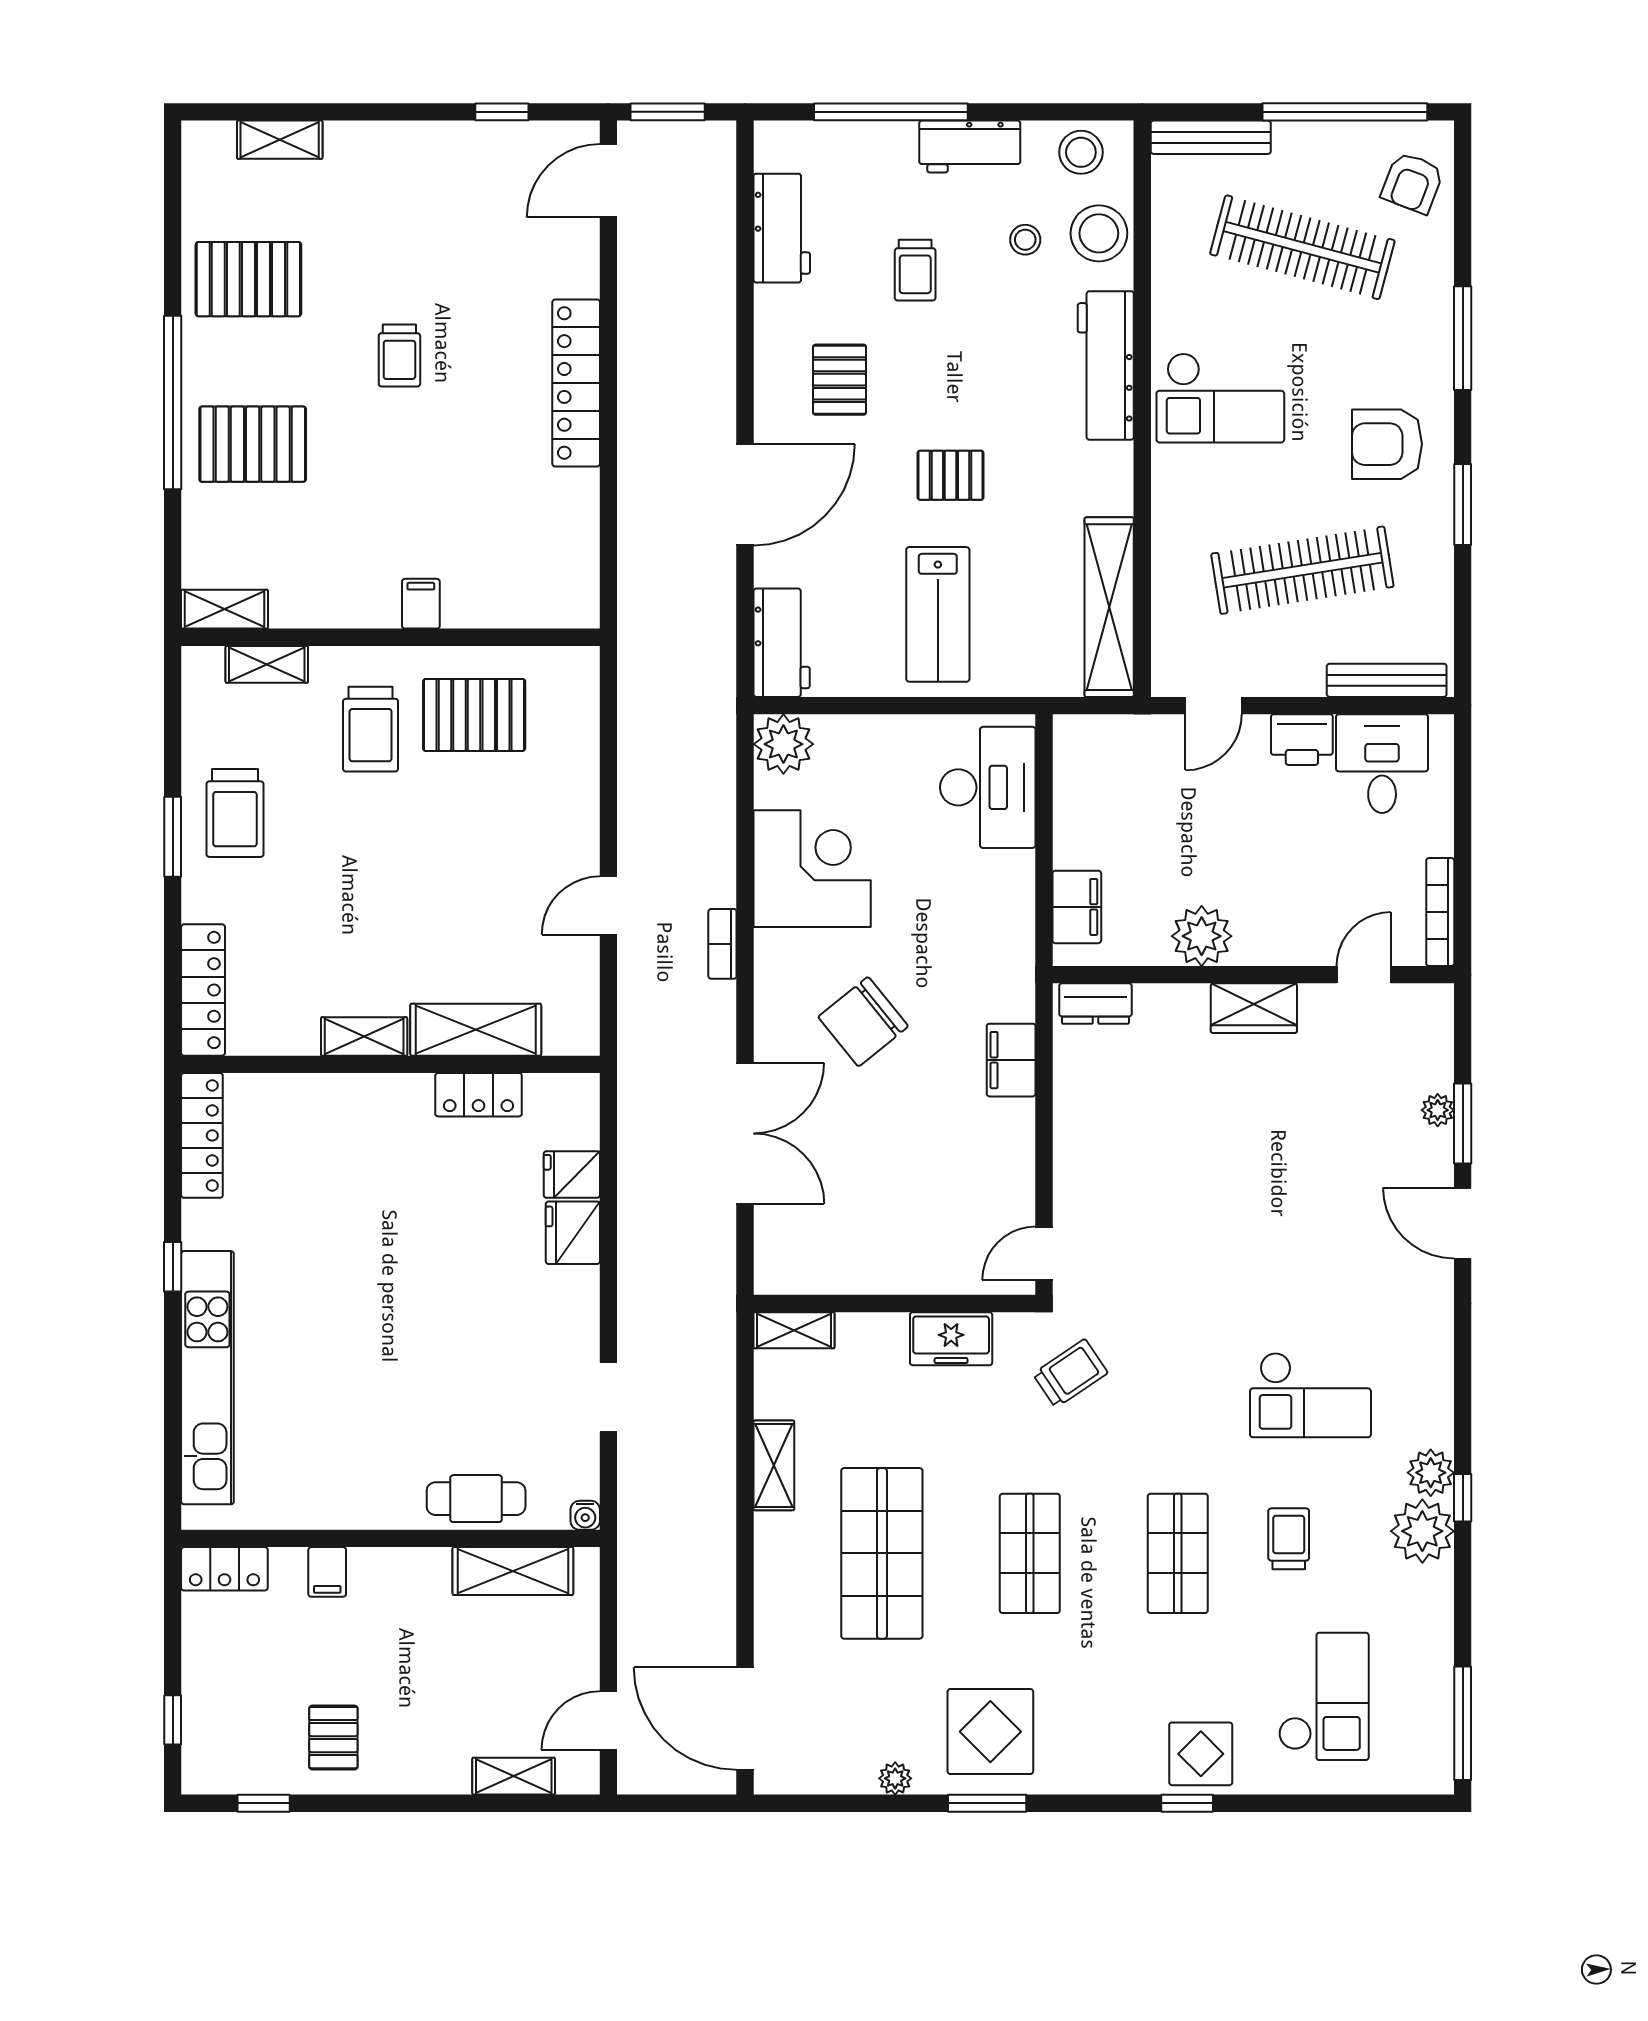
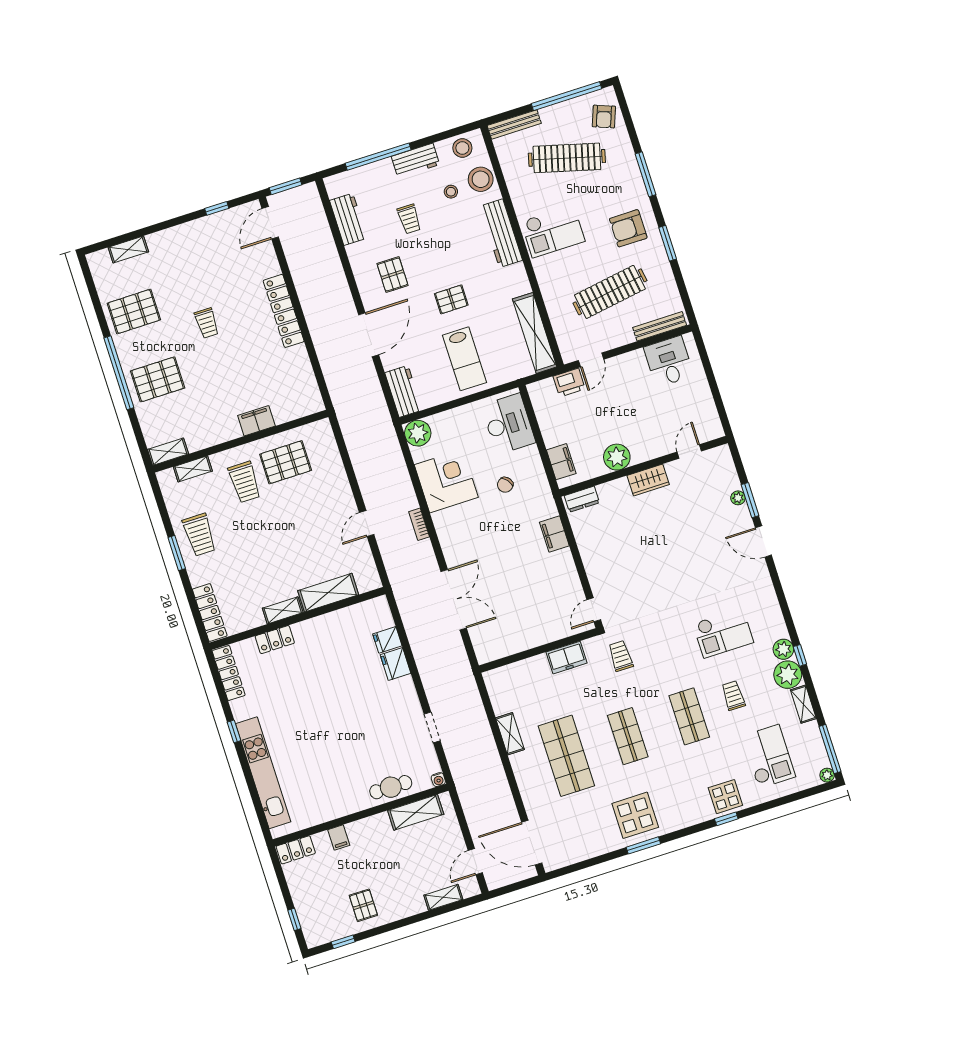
filing cabinet: (421, 604) -> (256, 421), width x2.00
printer: (1302, 740) -> (569, 383), moved
bookcase: (1440, 912) -> (713, 415), removed
chair: (863, 1022) -> (505, 485), moved, width x0.54, depth x0.54
locker: (479, 1095) -> (275, 640), moved
shelving: (794, 1330) -> (803, 704), moved, turned 90
trolley: (1070, 1373) -> (621, 656), turned -56
plant: (895, 1778) -> (827, 775), moved

